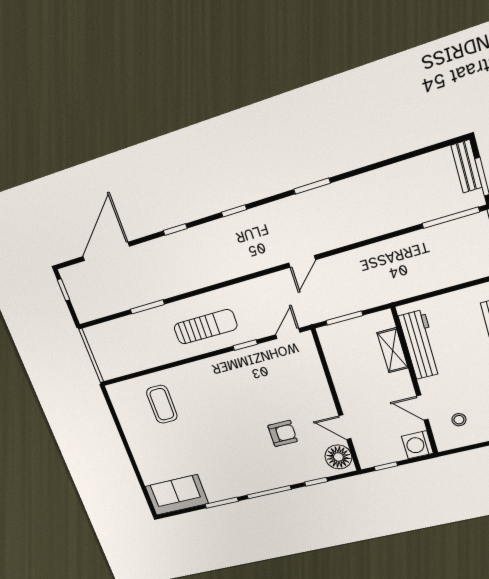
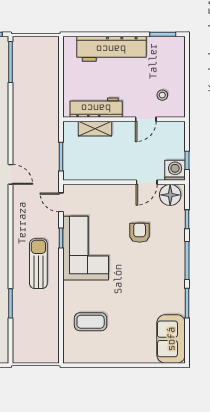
corner sofa: (243, 377) -> (86, 248), added
washing machine: (417, 445) -> (175, 170), moved, turned 180

